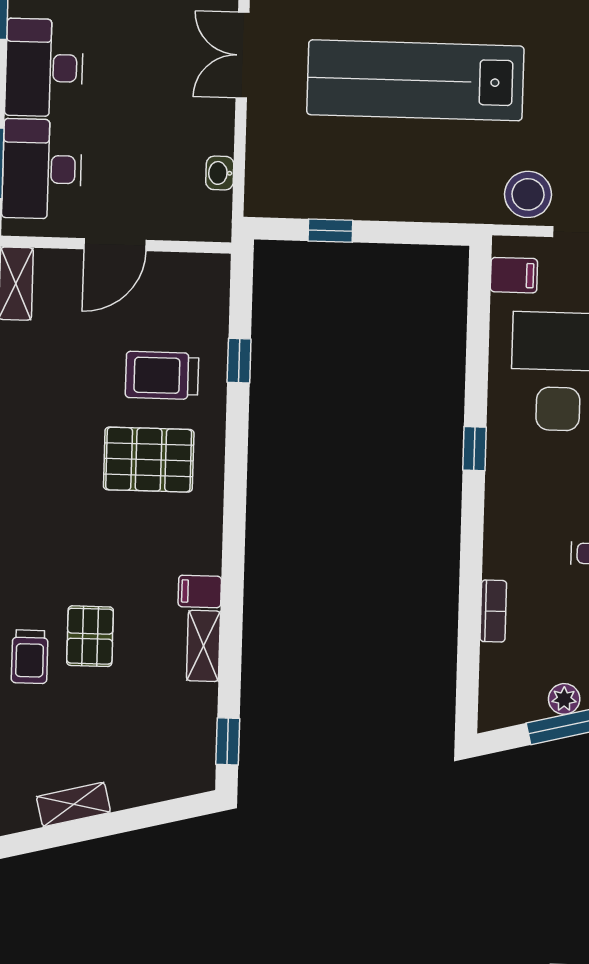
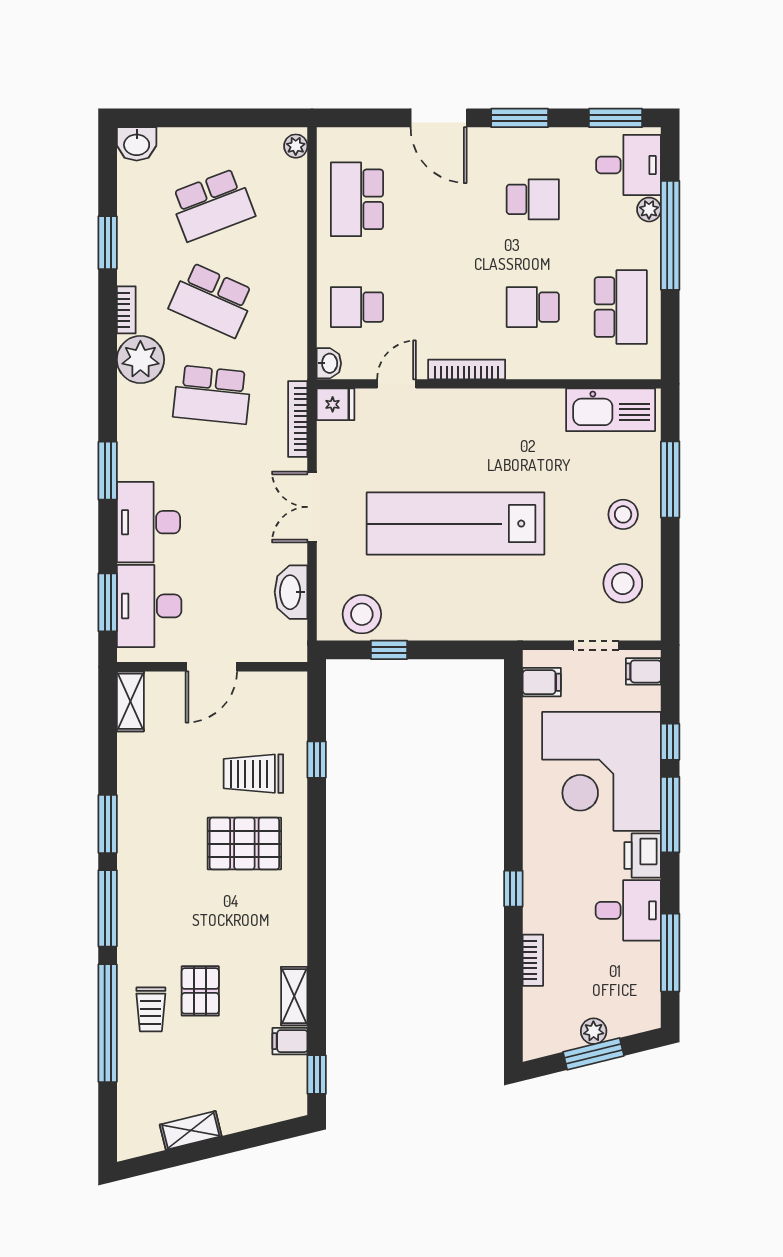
washbasin: (220, 173) -> (291, 592), width x1.91, depth x1.45
stool: (528, 194) -> (362, 614), moved
window: (475, 449) -> (513, 889), moved
filing cabinet: (200, 591) -> (290, 1041), moved

